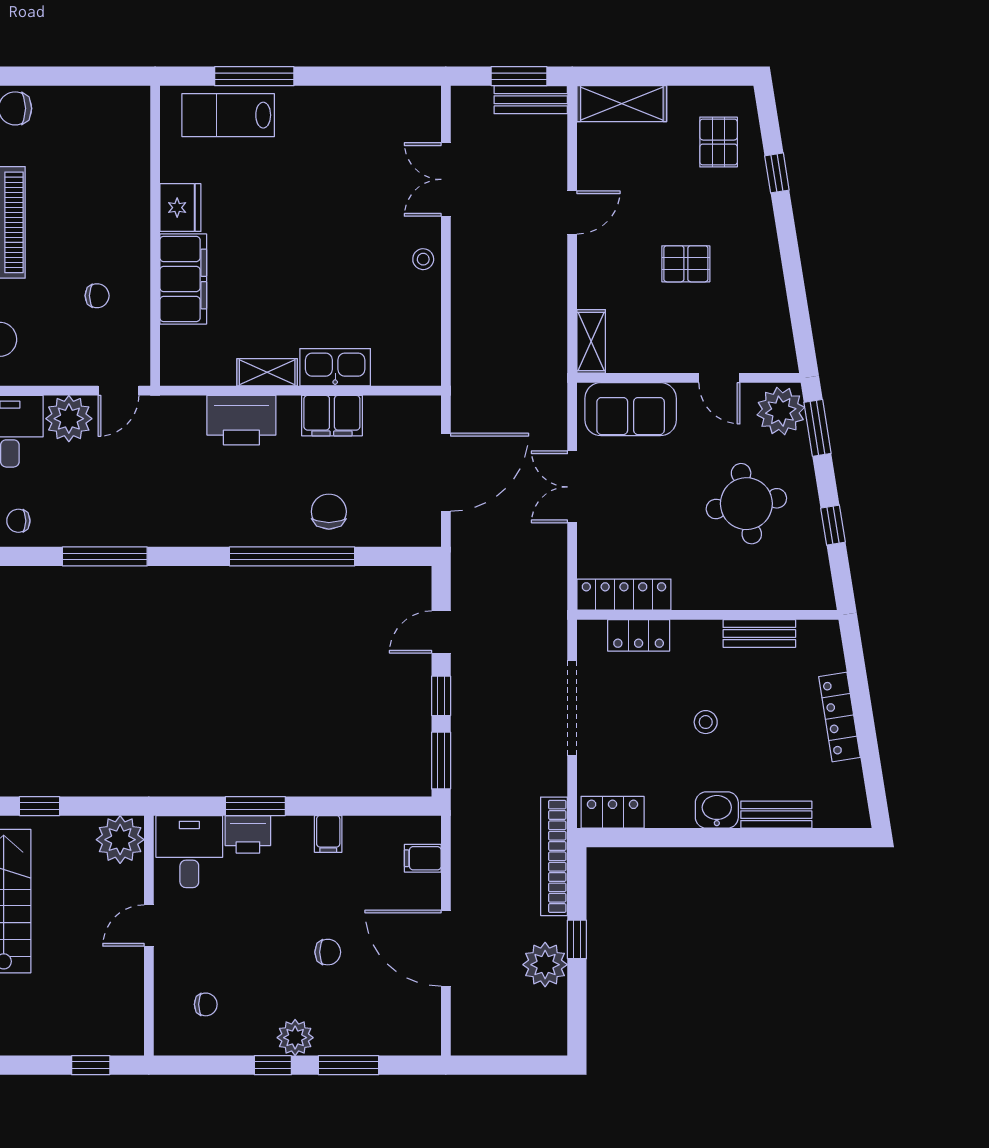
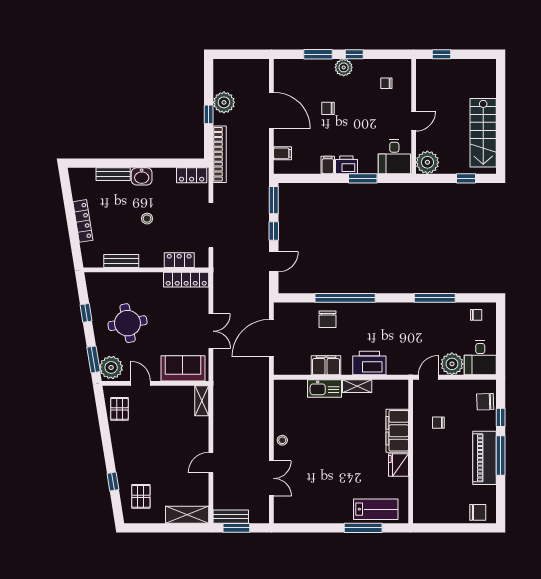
pallet: (686, 264) -> (119, 409), moved, turned 90
printer: (248, 834) -> (346, 165), moved

